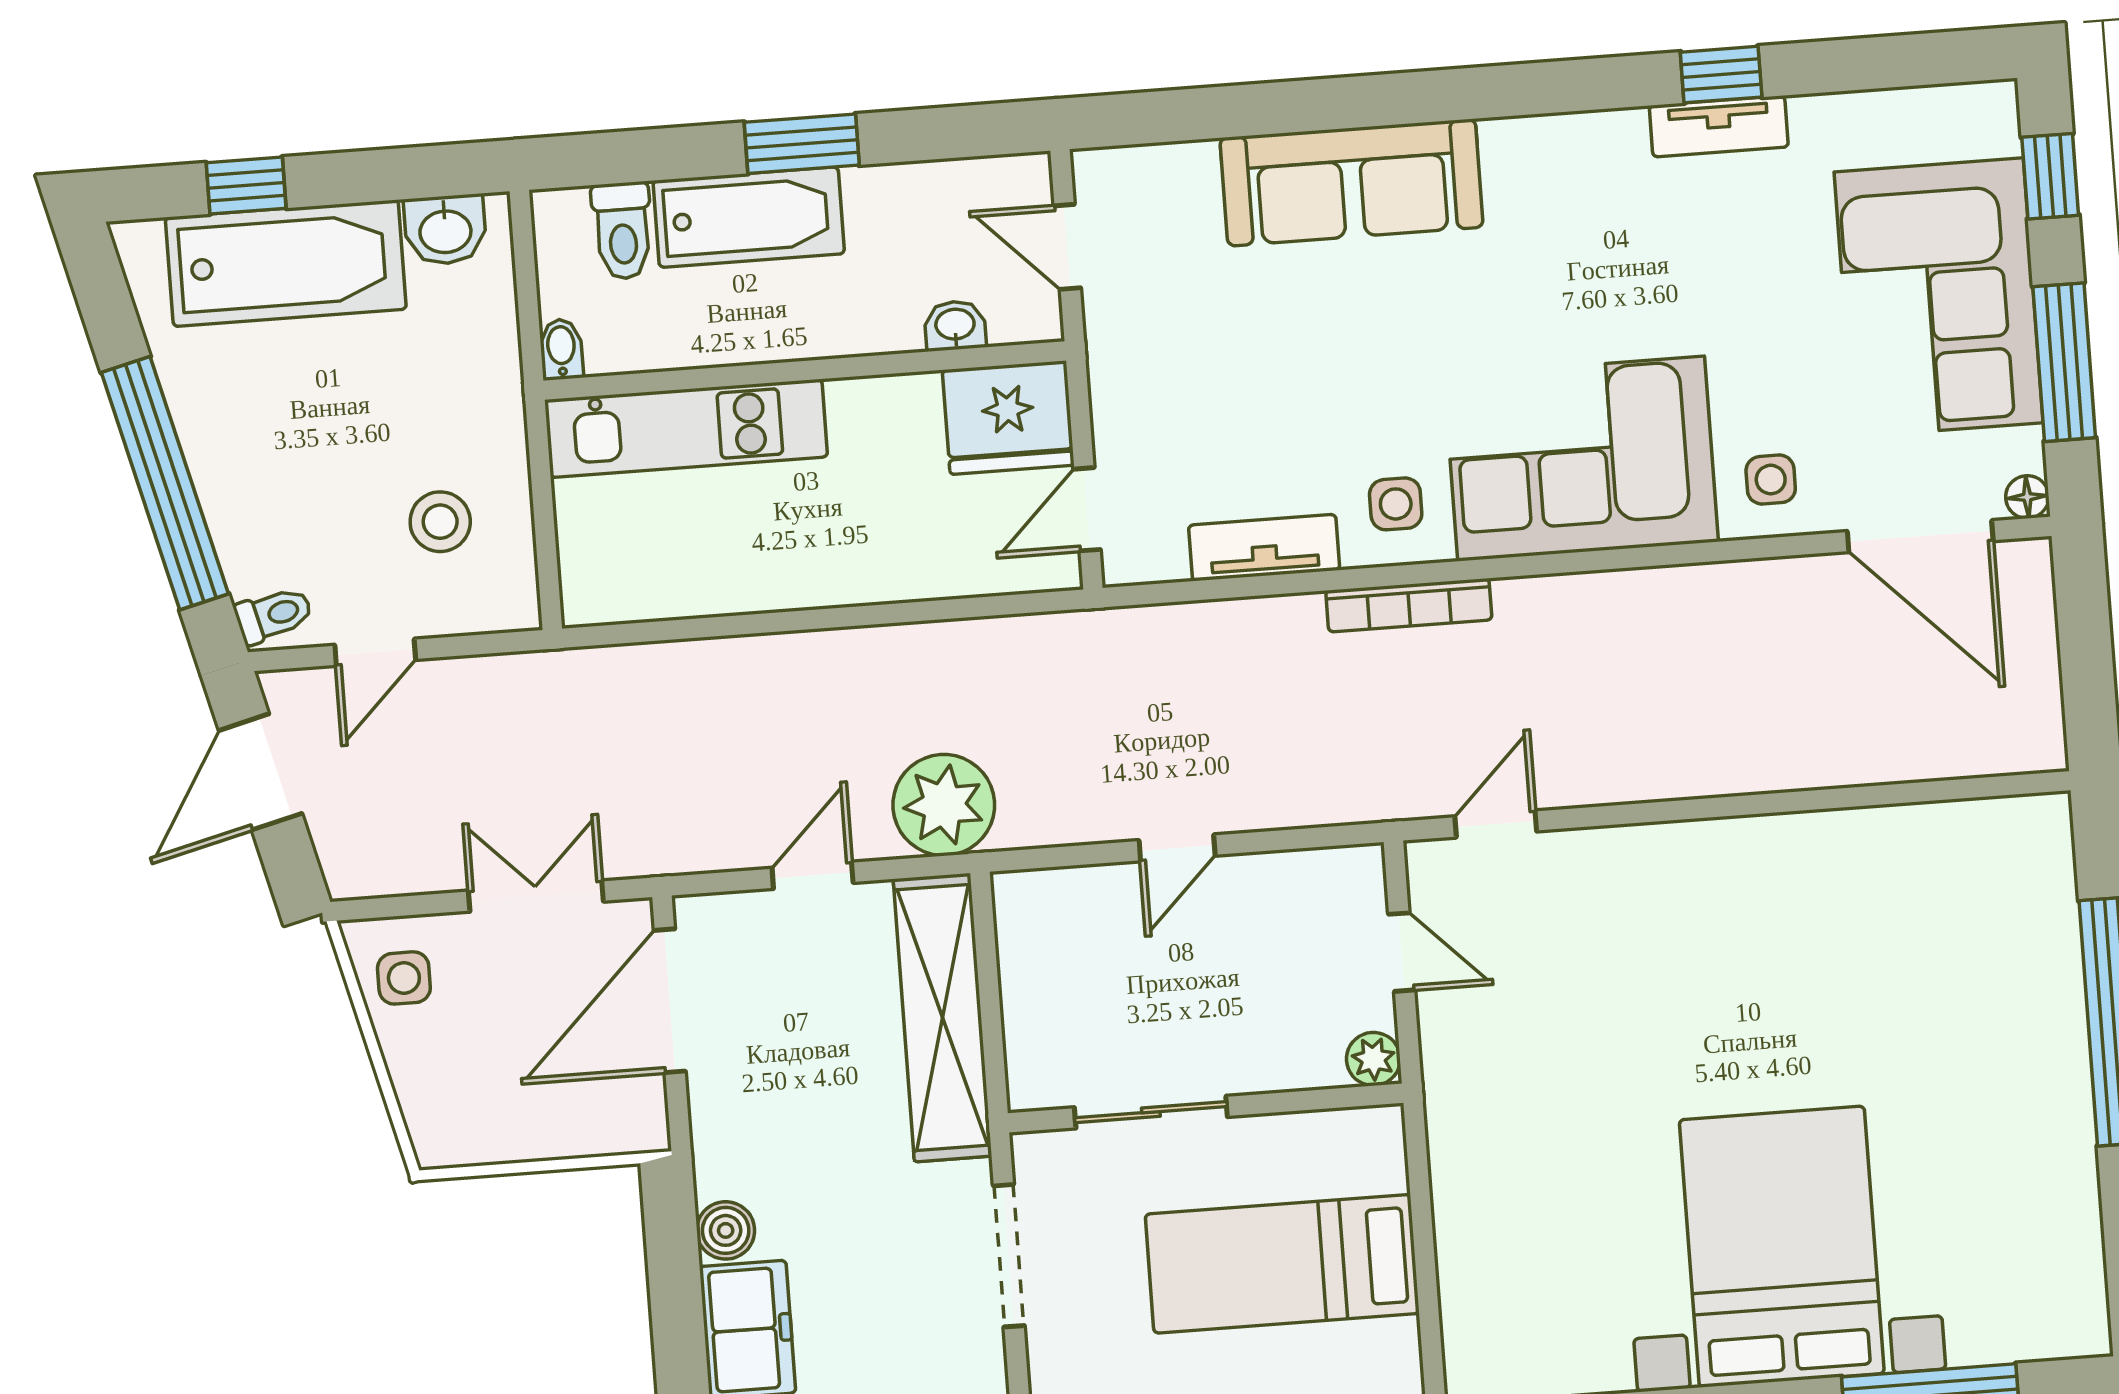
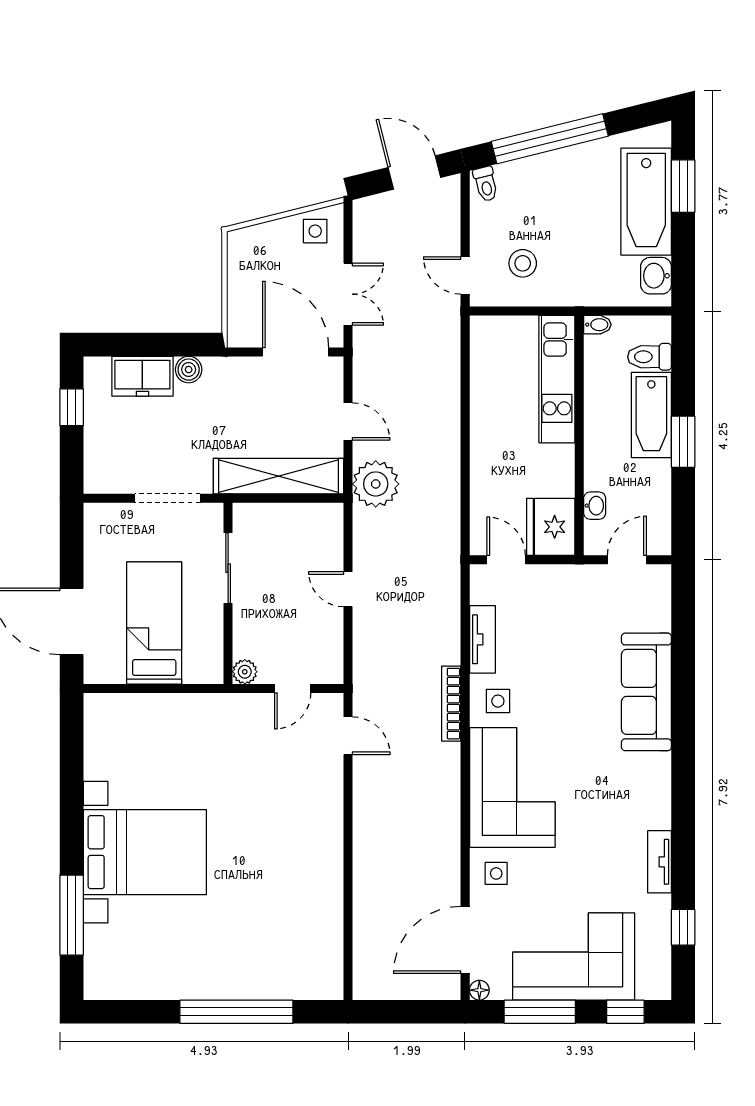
window: (1721, 75) -> (683, 927), moved
window: (246, 185) -> (683, 186), width x1.50
door: (375, 652) -> (465, 275), moved

